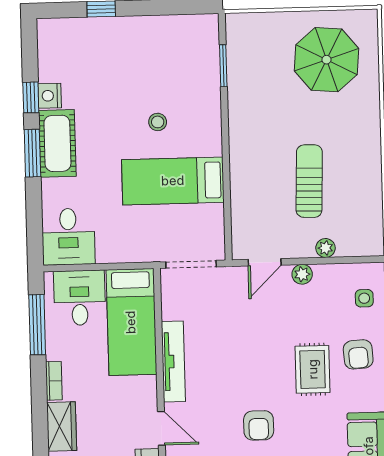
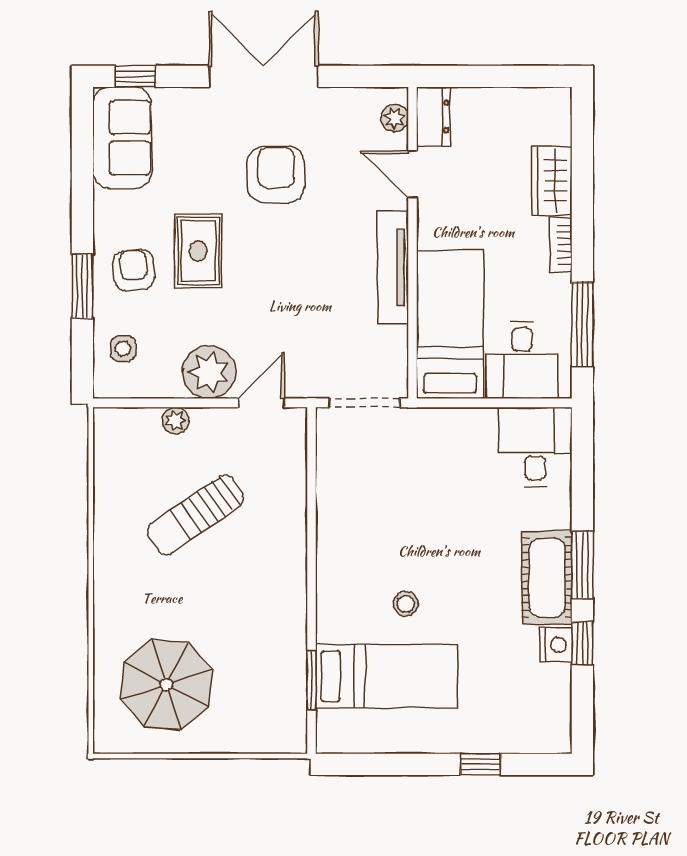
bed: (173, 181) -> (387, 676), moved
sun lounger: (309, 181) -> (196, 515), turned 53
plant: (302, 274) -> (209, 372), width x1.87, depth x1.87
armchair: (259, 425) -> (276, 174), width x1.38, depth x1.38

